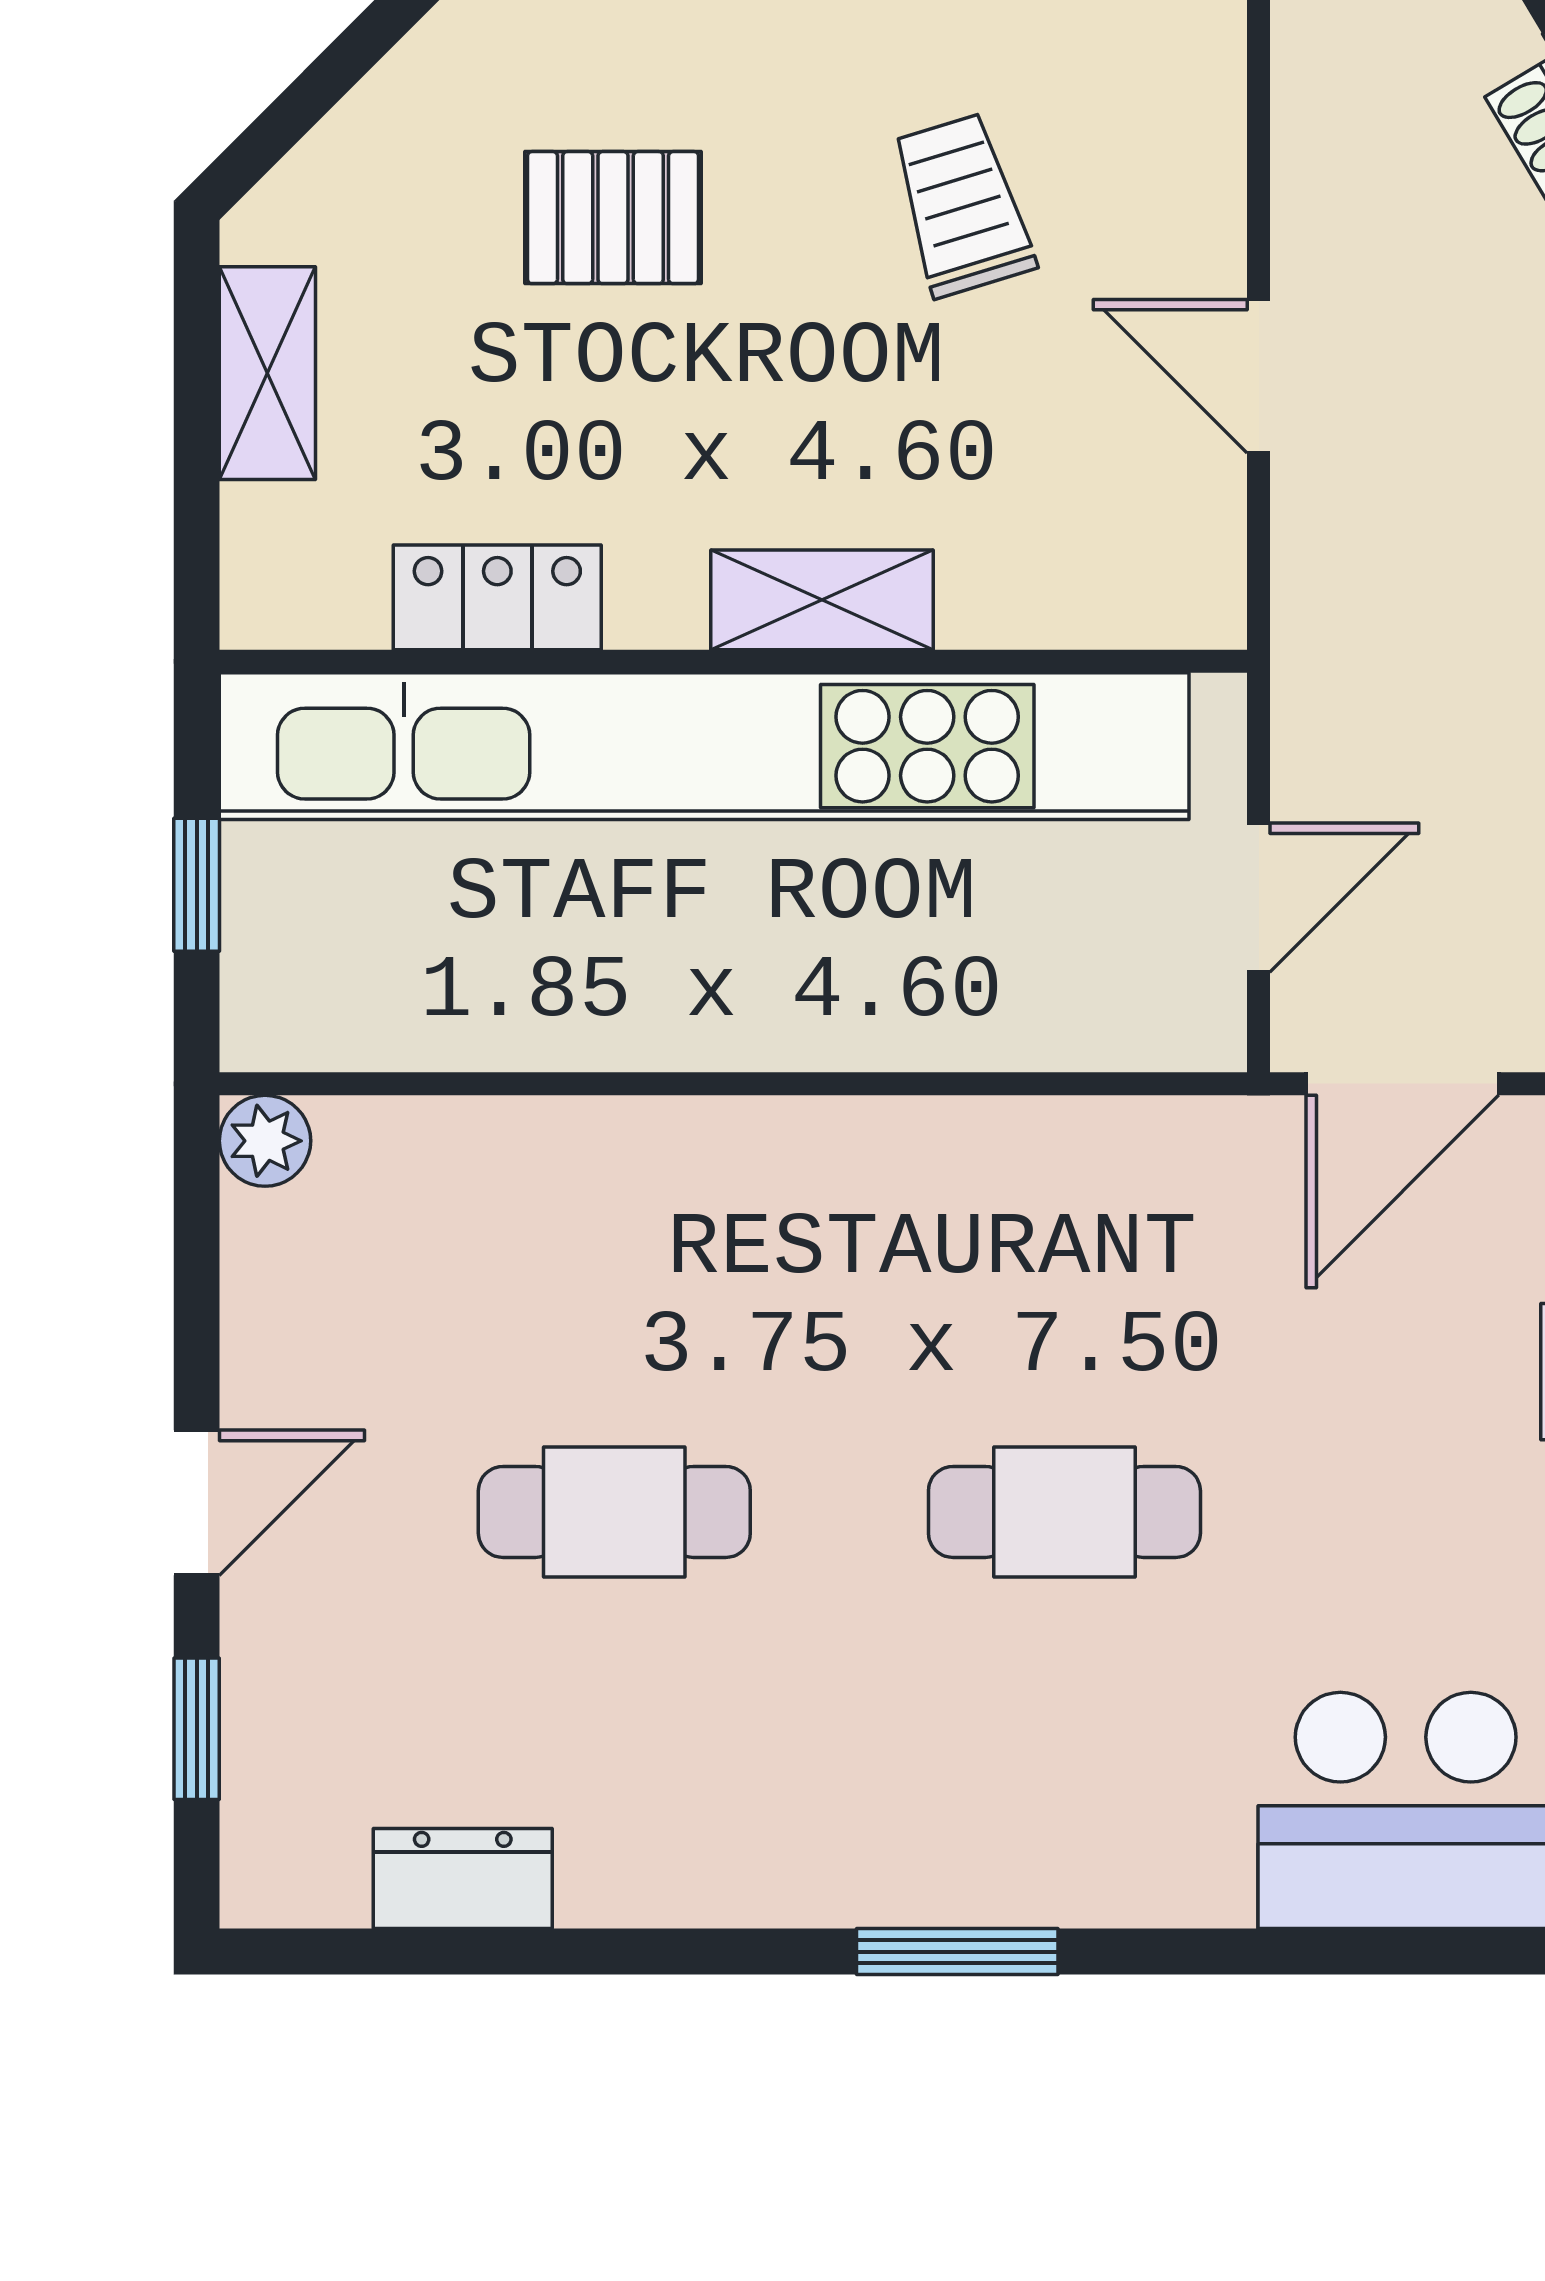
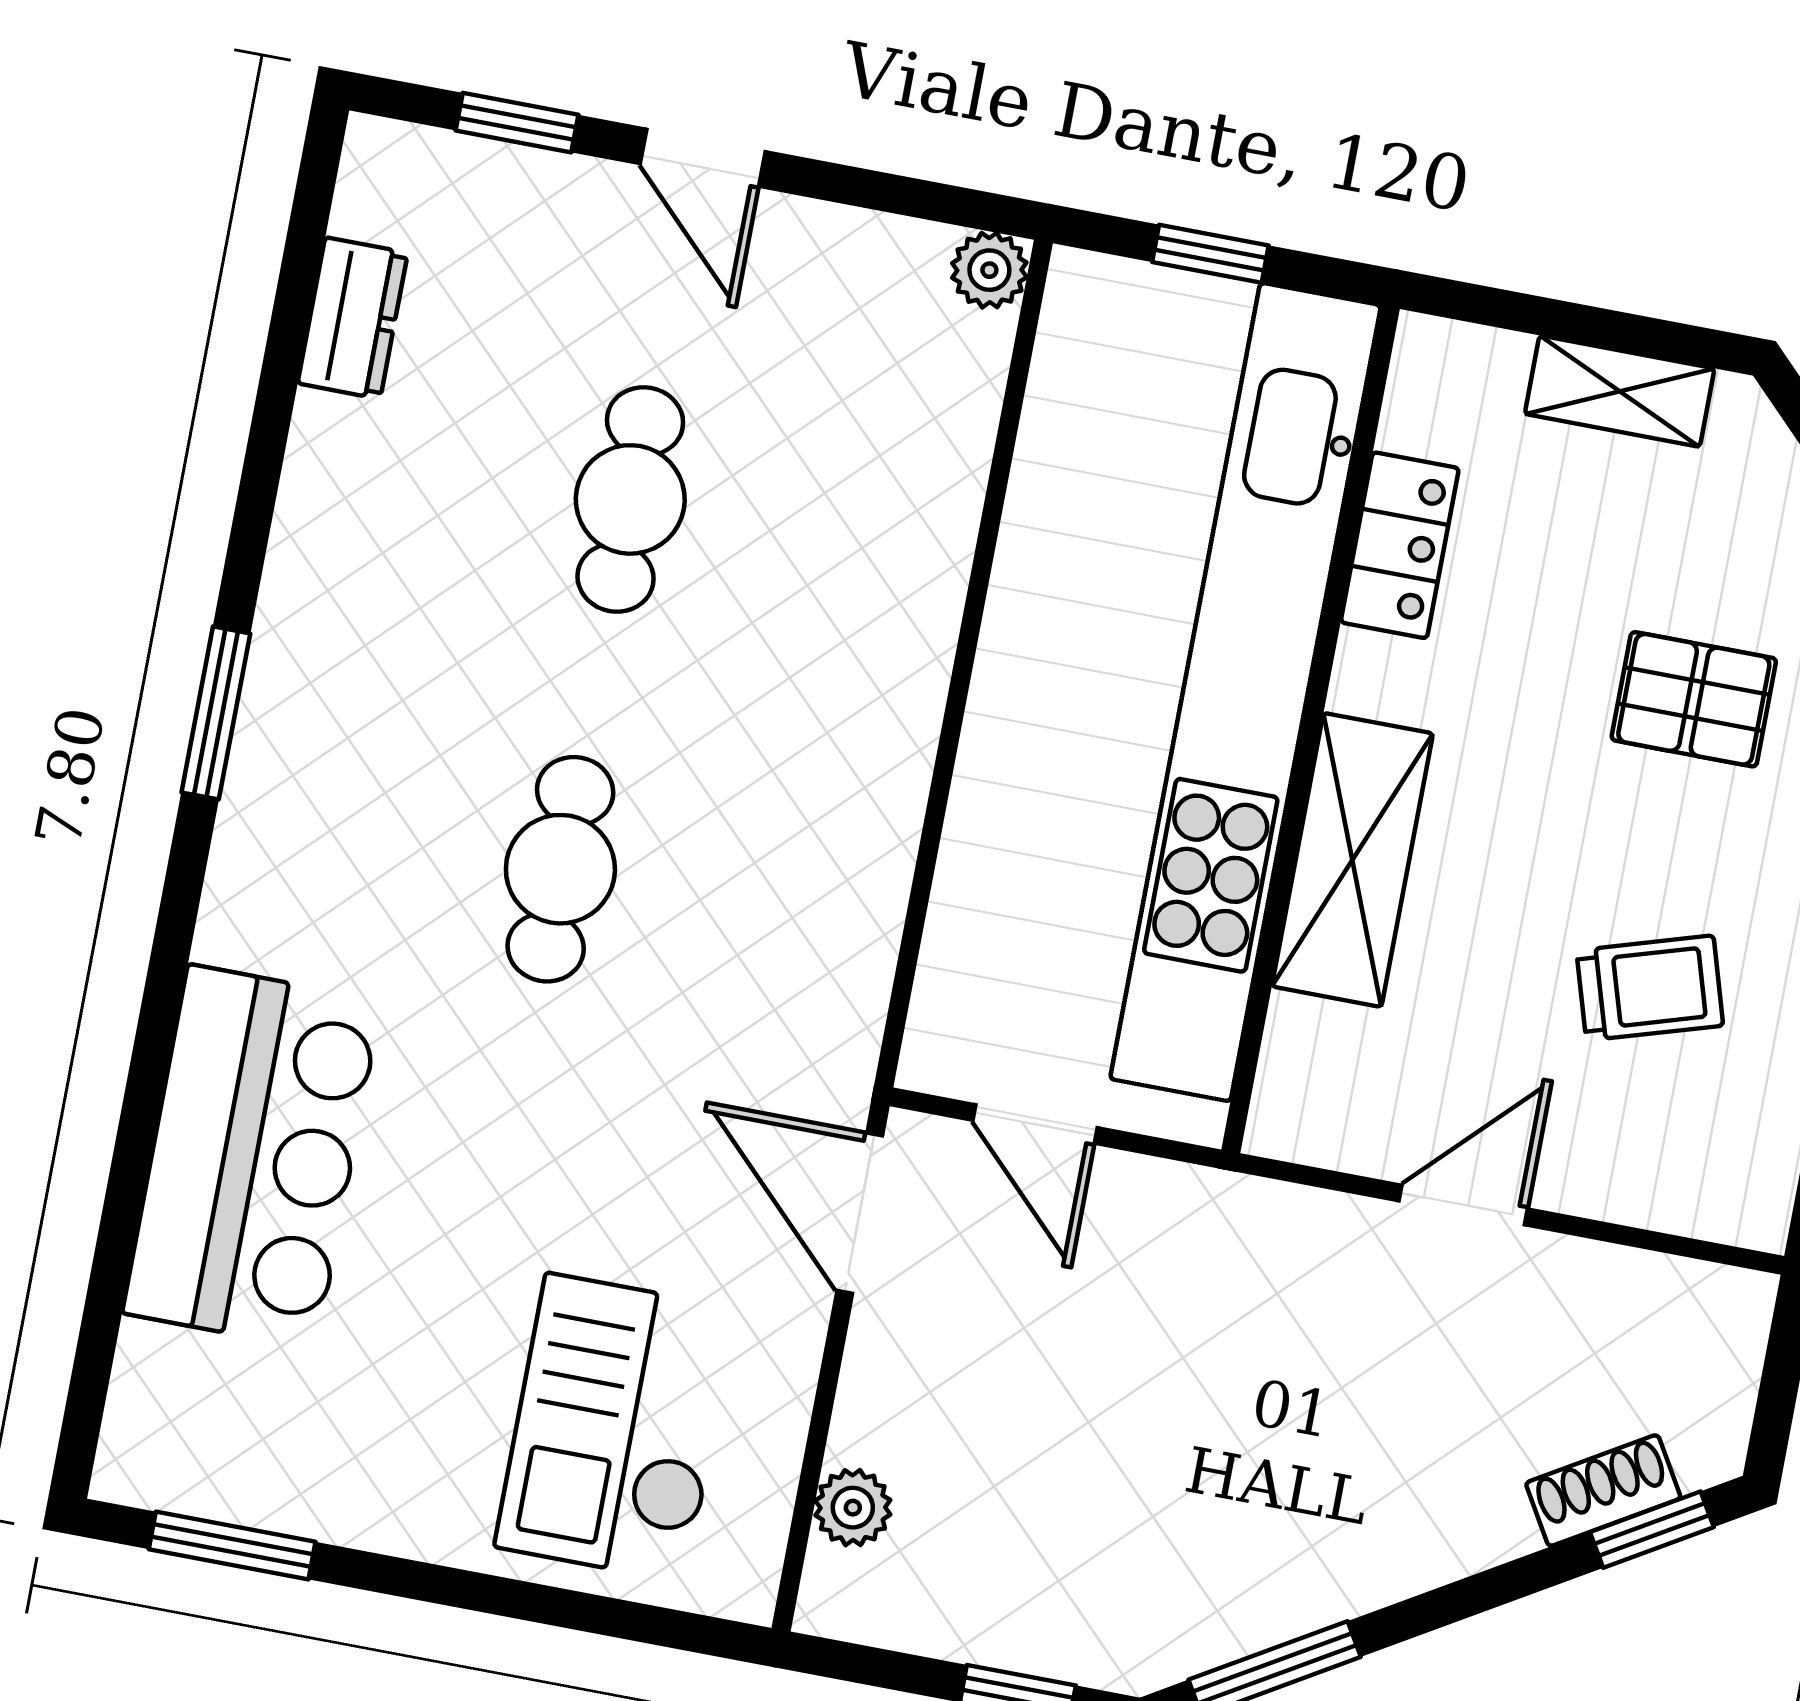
pallet: (613, 218) -> (1694, 699), turned 90
shelving: (822, 600) -> (1352, 860), width x1.50, depth x1.33

